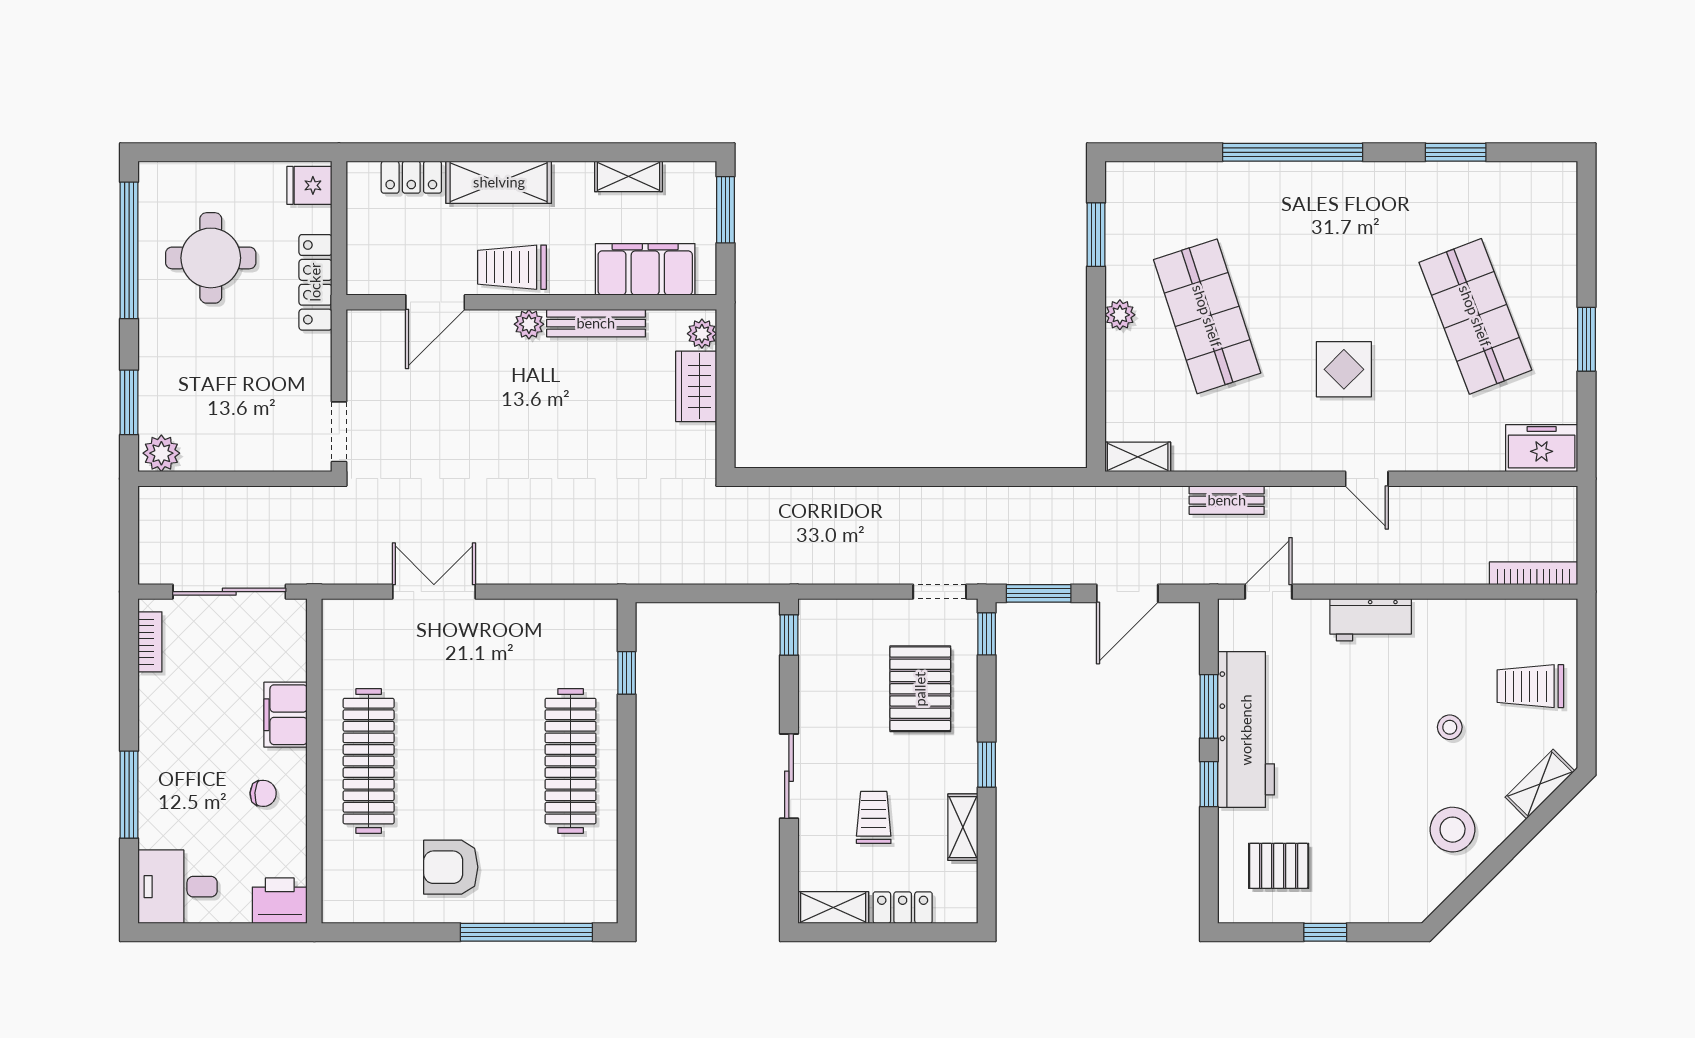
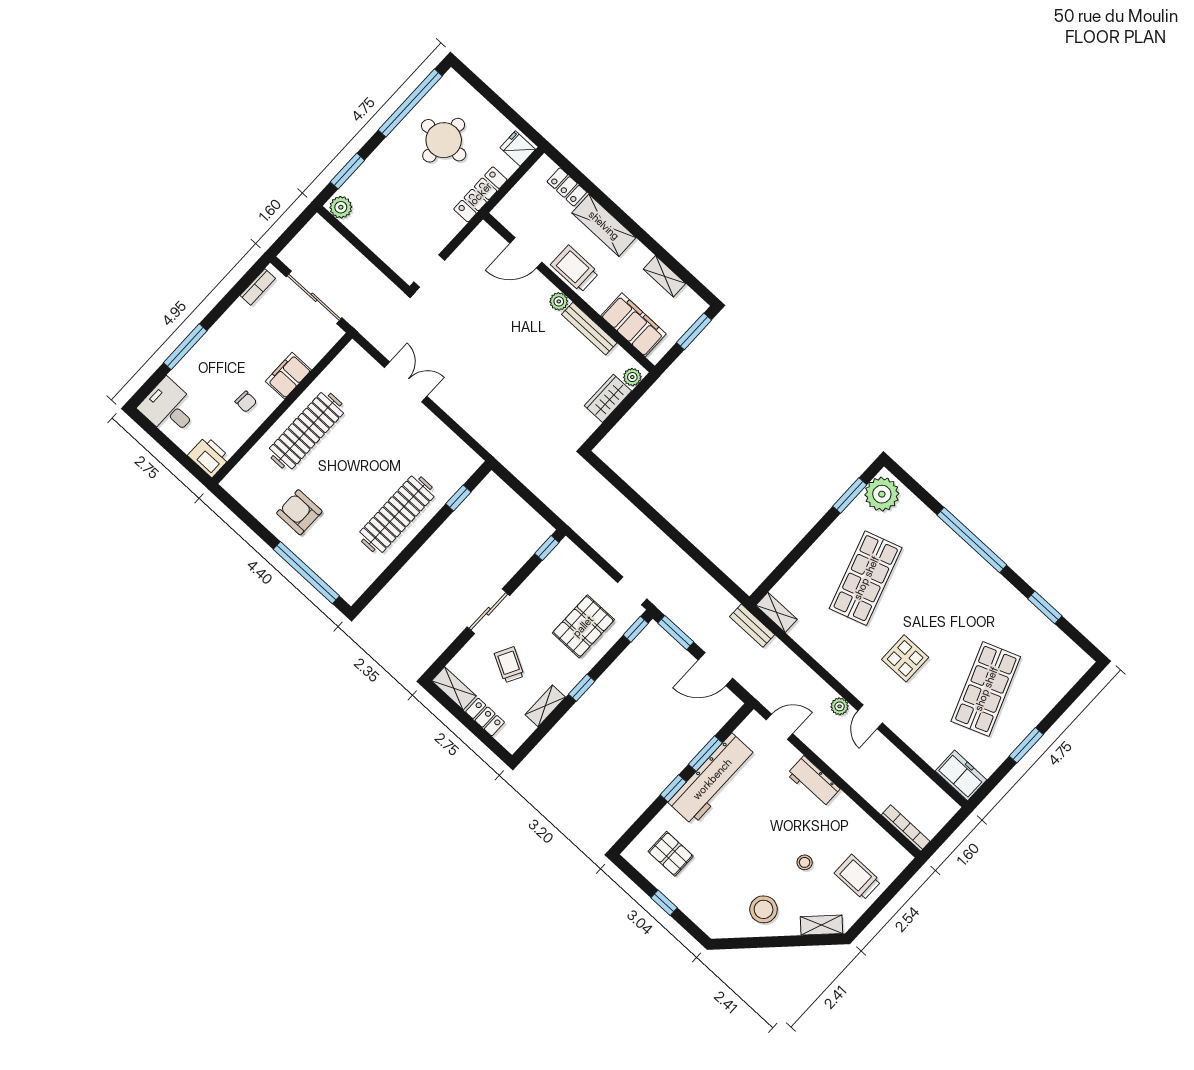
plant: (1120, 315) -> (882, 494), moved, width x1.87, depth x1.87
bench: (1227, 500) -> (752, 626), moved
plant: (1318, 500) -> (840, 706), added
trolley: (874, 817) -> (509, 665), turned -62

